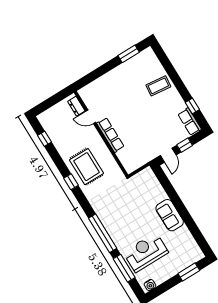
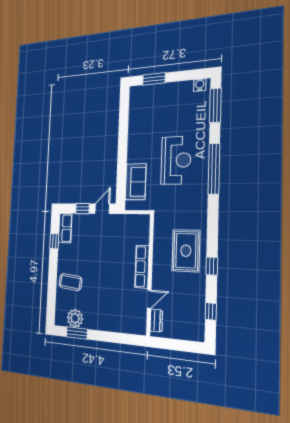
plant: (137, 63) -> (75, 318), added
door: (91, 117) -> (149, 299), hinge flipped
window: (71, 182) -> (212, 266), moved
sofa: (170, 215) -> (136, 182), moved
reception desk: (146, 252) -> (176, 160), moved, turned -90
window: (124, 268) -> (215, 105), moved

